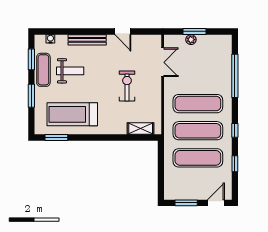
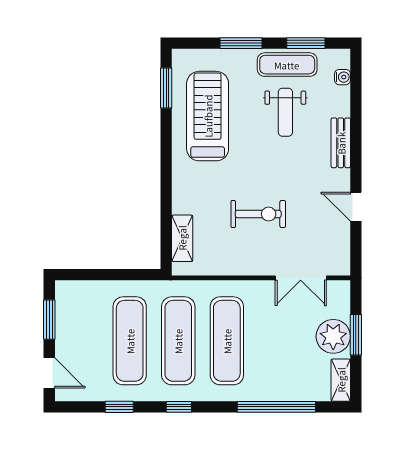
door: (123, 31) -> (356, 207), hinge flipped
bench: (87, 40) -> (341, 143), width x0.73
plant: (191, 40) -> (333, 336), width x1.87, depth x1.87
shelving: (220, 40) -> (341, 380), added

